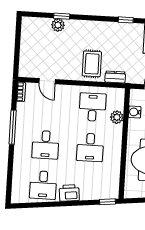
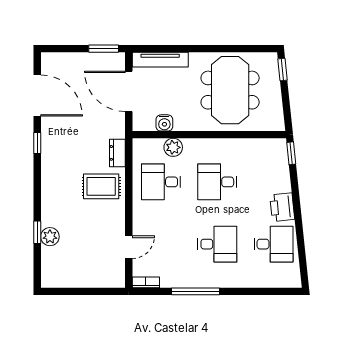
desk: (90, 147) -> (217, 182), turned 180

